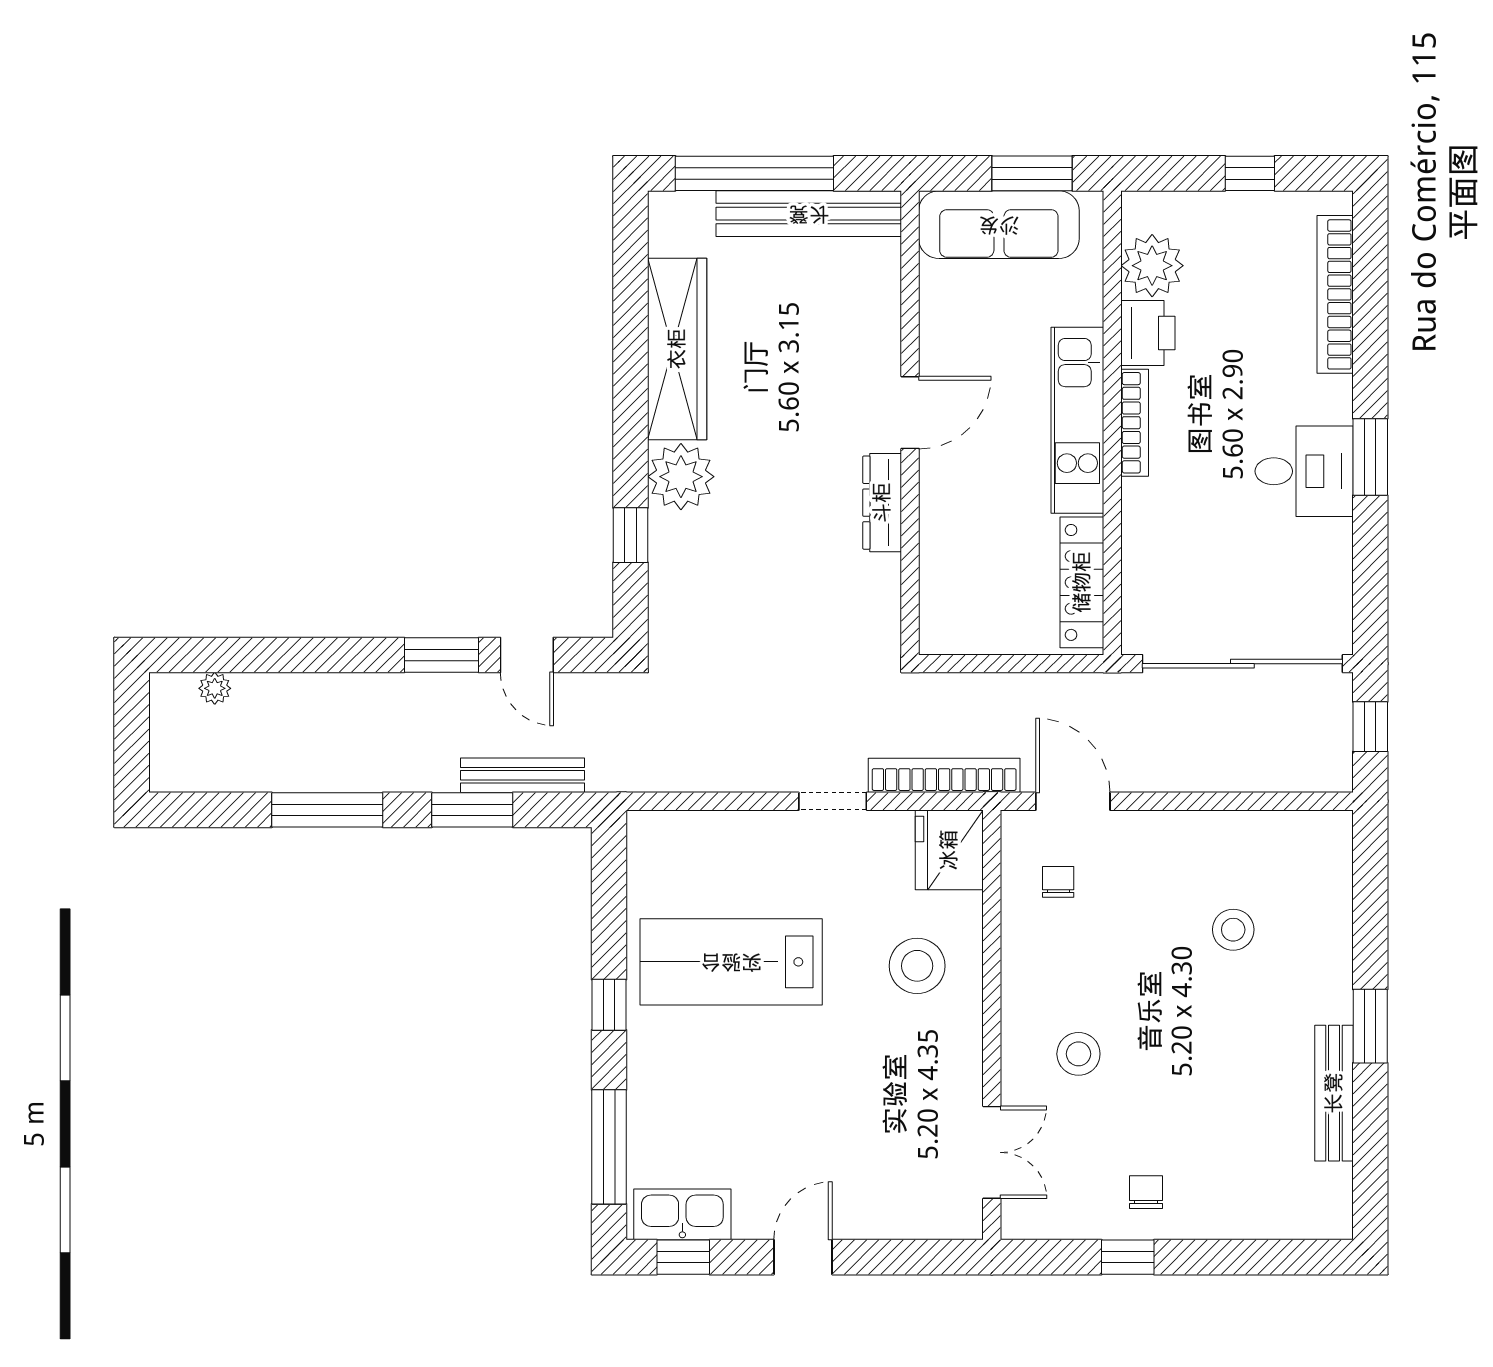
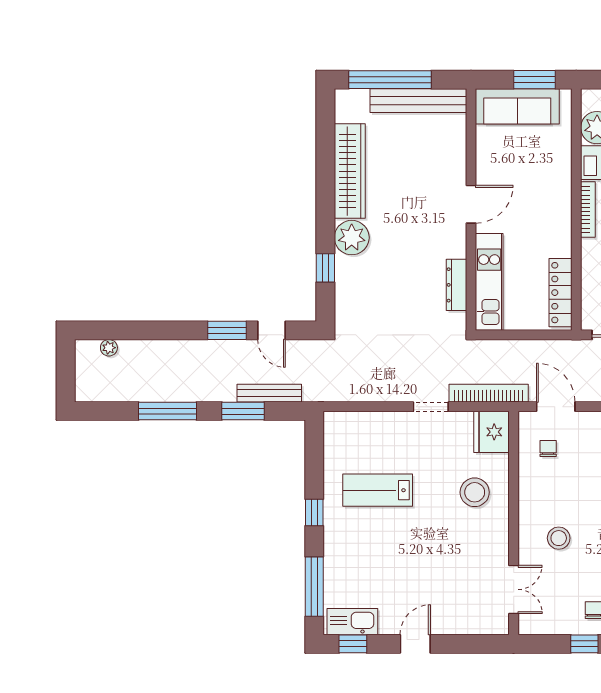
kitchen unit: (1077, 420) -> (489, 282), moved, turned 180
dresser: (882, 503) -> (456, 285), moved
lab bench: (731, 962) -> (378, 490), width x0.73, depth x0.72

